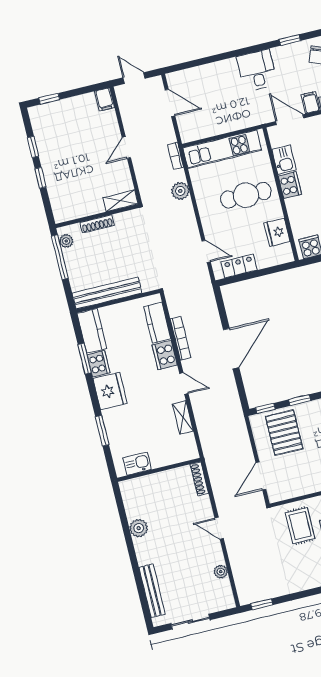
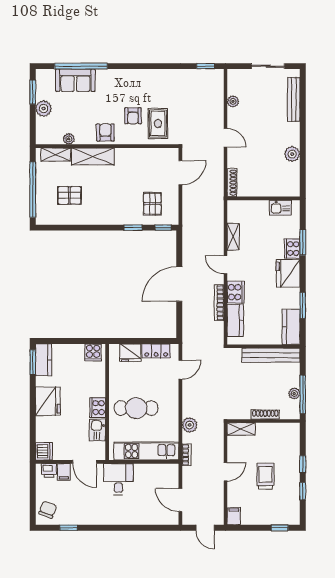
desk: (257, 70) -> (118, 479), moved, turned 180
trolley: (80, 154) -> (266, 476), added
fridge: (277, 232) -> (130, 353), moved, turned 90
plant: (66, 241) -> (294, 393), moved
door: (206, 251) -> (180, 370), swing flipped
cooker: (98, 364) -> (292, 249), moved
pallet: (284, 433) -> (152, 204), width x0.67, depth x0.71

